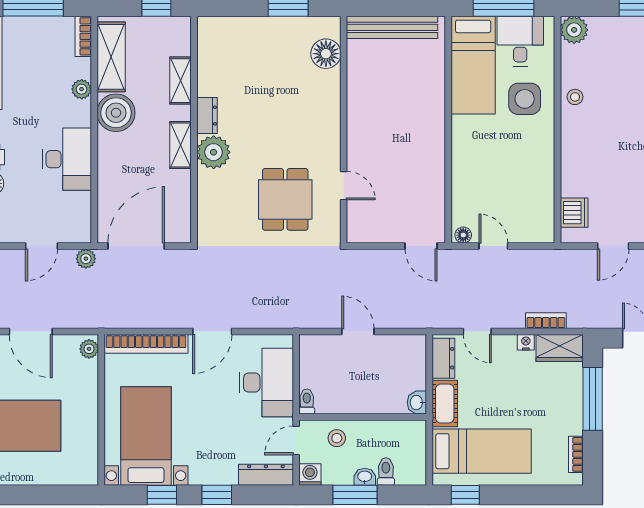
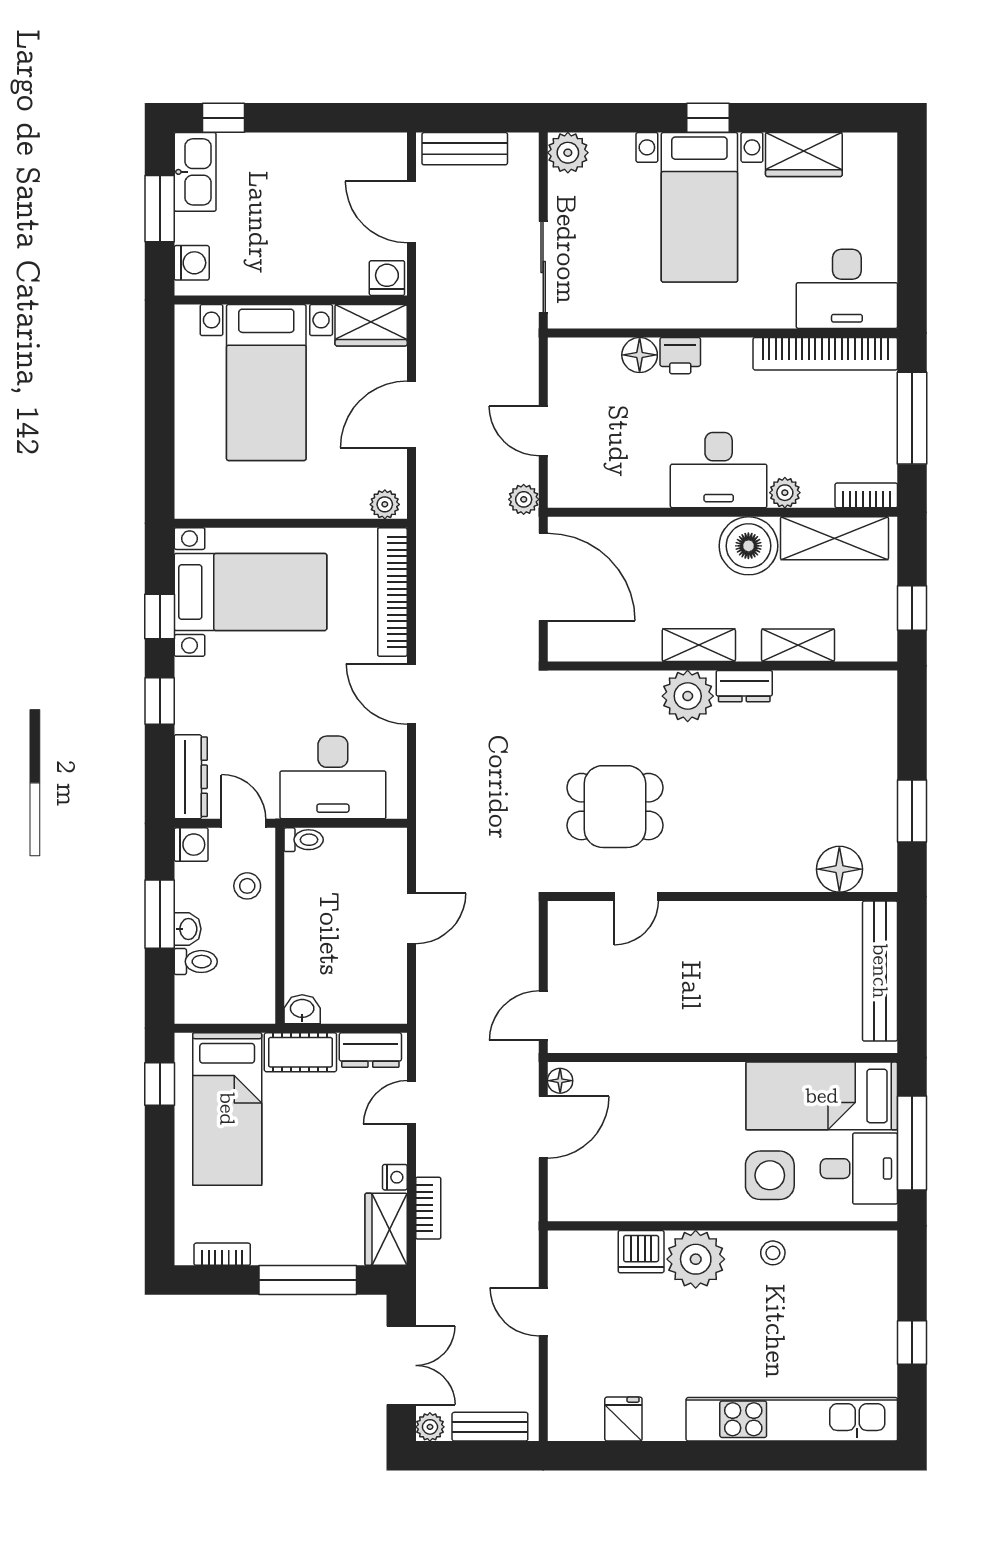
plant: (574, 30) -> (696, 1259), moved, width x1.36, depth x1.36
desk: (67, 159) -> (719, 470), moved
dishwasher: (574, 213) -> (641, 1252), moved
door: (493, 246) -> (543, 1127), width x1.38

